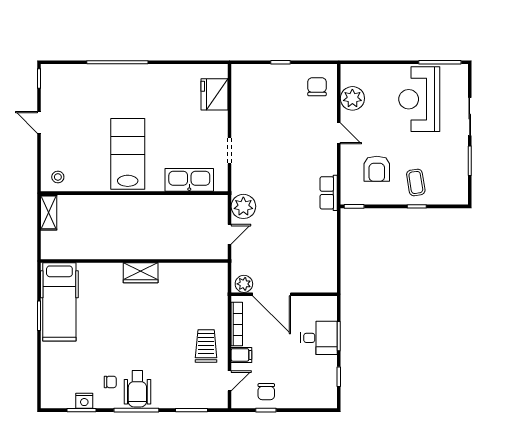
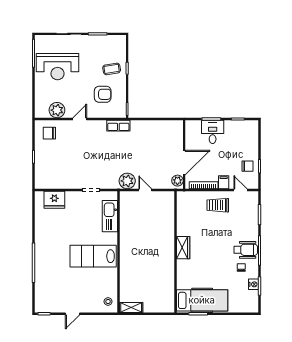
wall: (134, 261) -> (176, 252), moved
wardrobe: (141, 273) -> (183, 248), moved
hospital bed: (59, 302) -> (202, 300), moved

